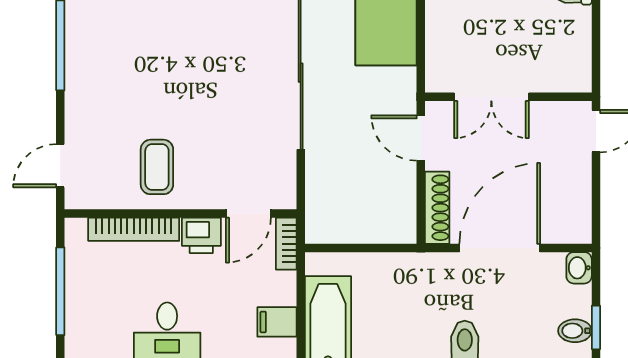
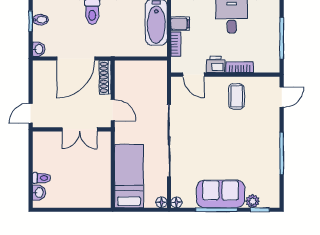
double door: (491, 97) -> (80, 129), swing flipped
door: (248, 214) -> (194, 75), swing flipped
bookcase: (134, 229) -> (240, 67), width x0.64
bookcase: (286, 244) -> (176, 44), moved

